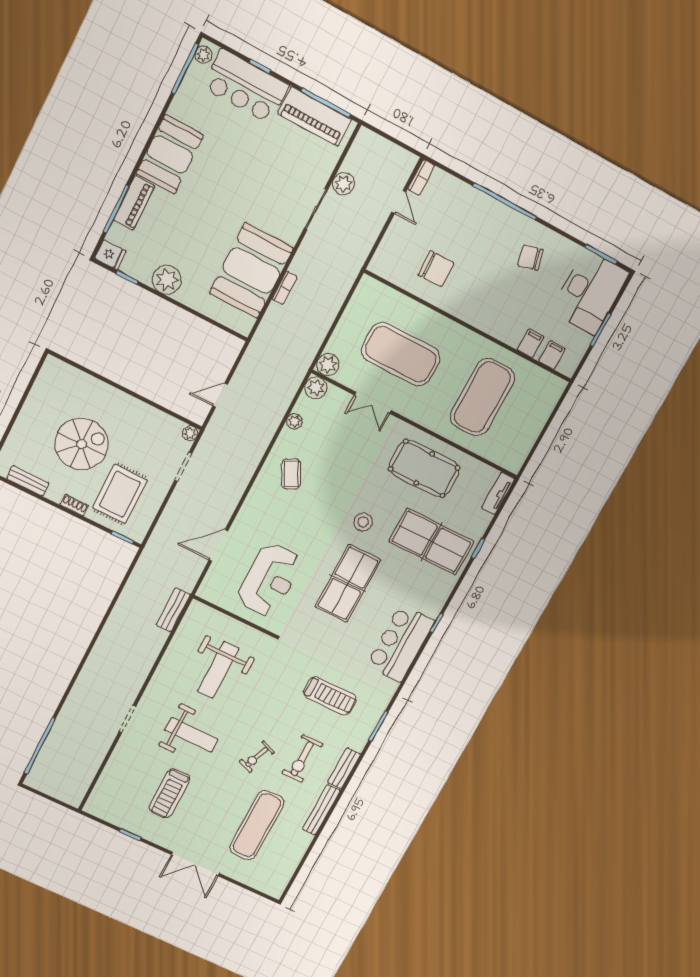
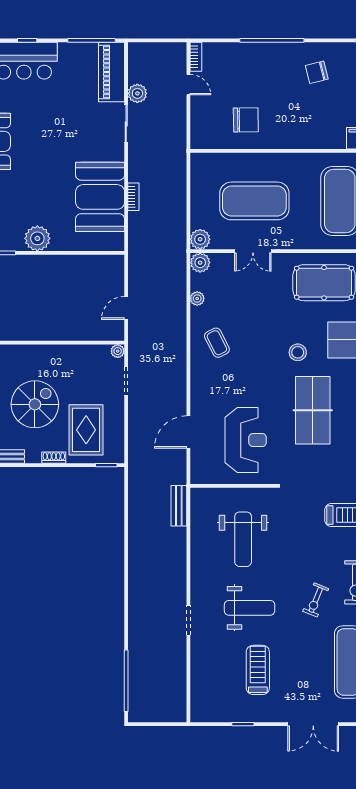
piano: (315, 117) -> (111, 72), moved, turned 90
treadmill: (169, 793) -> (258, 670), turned 180

